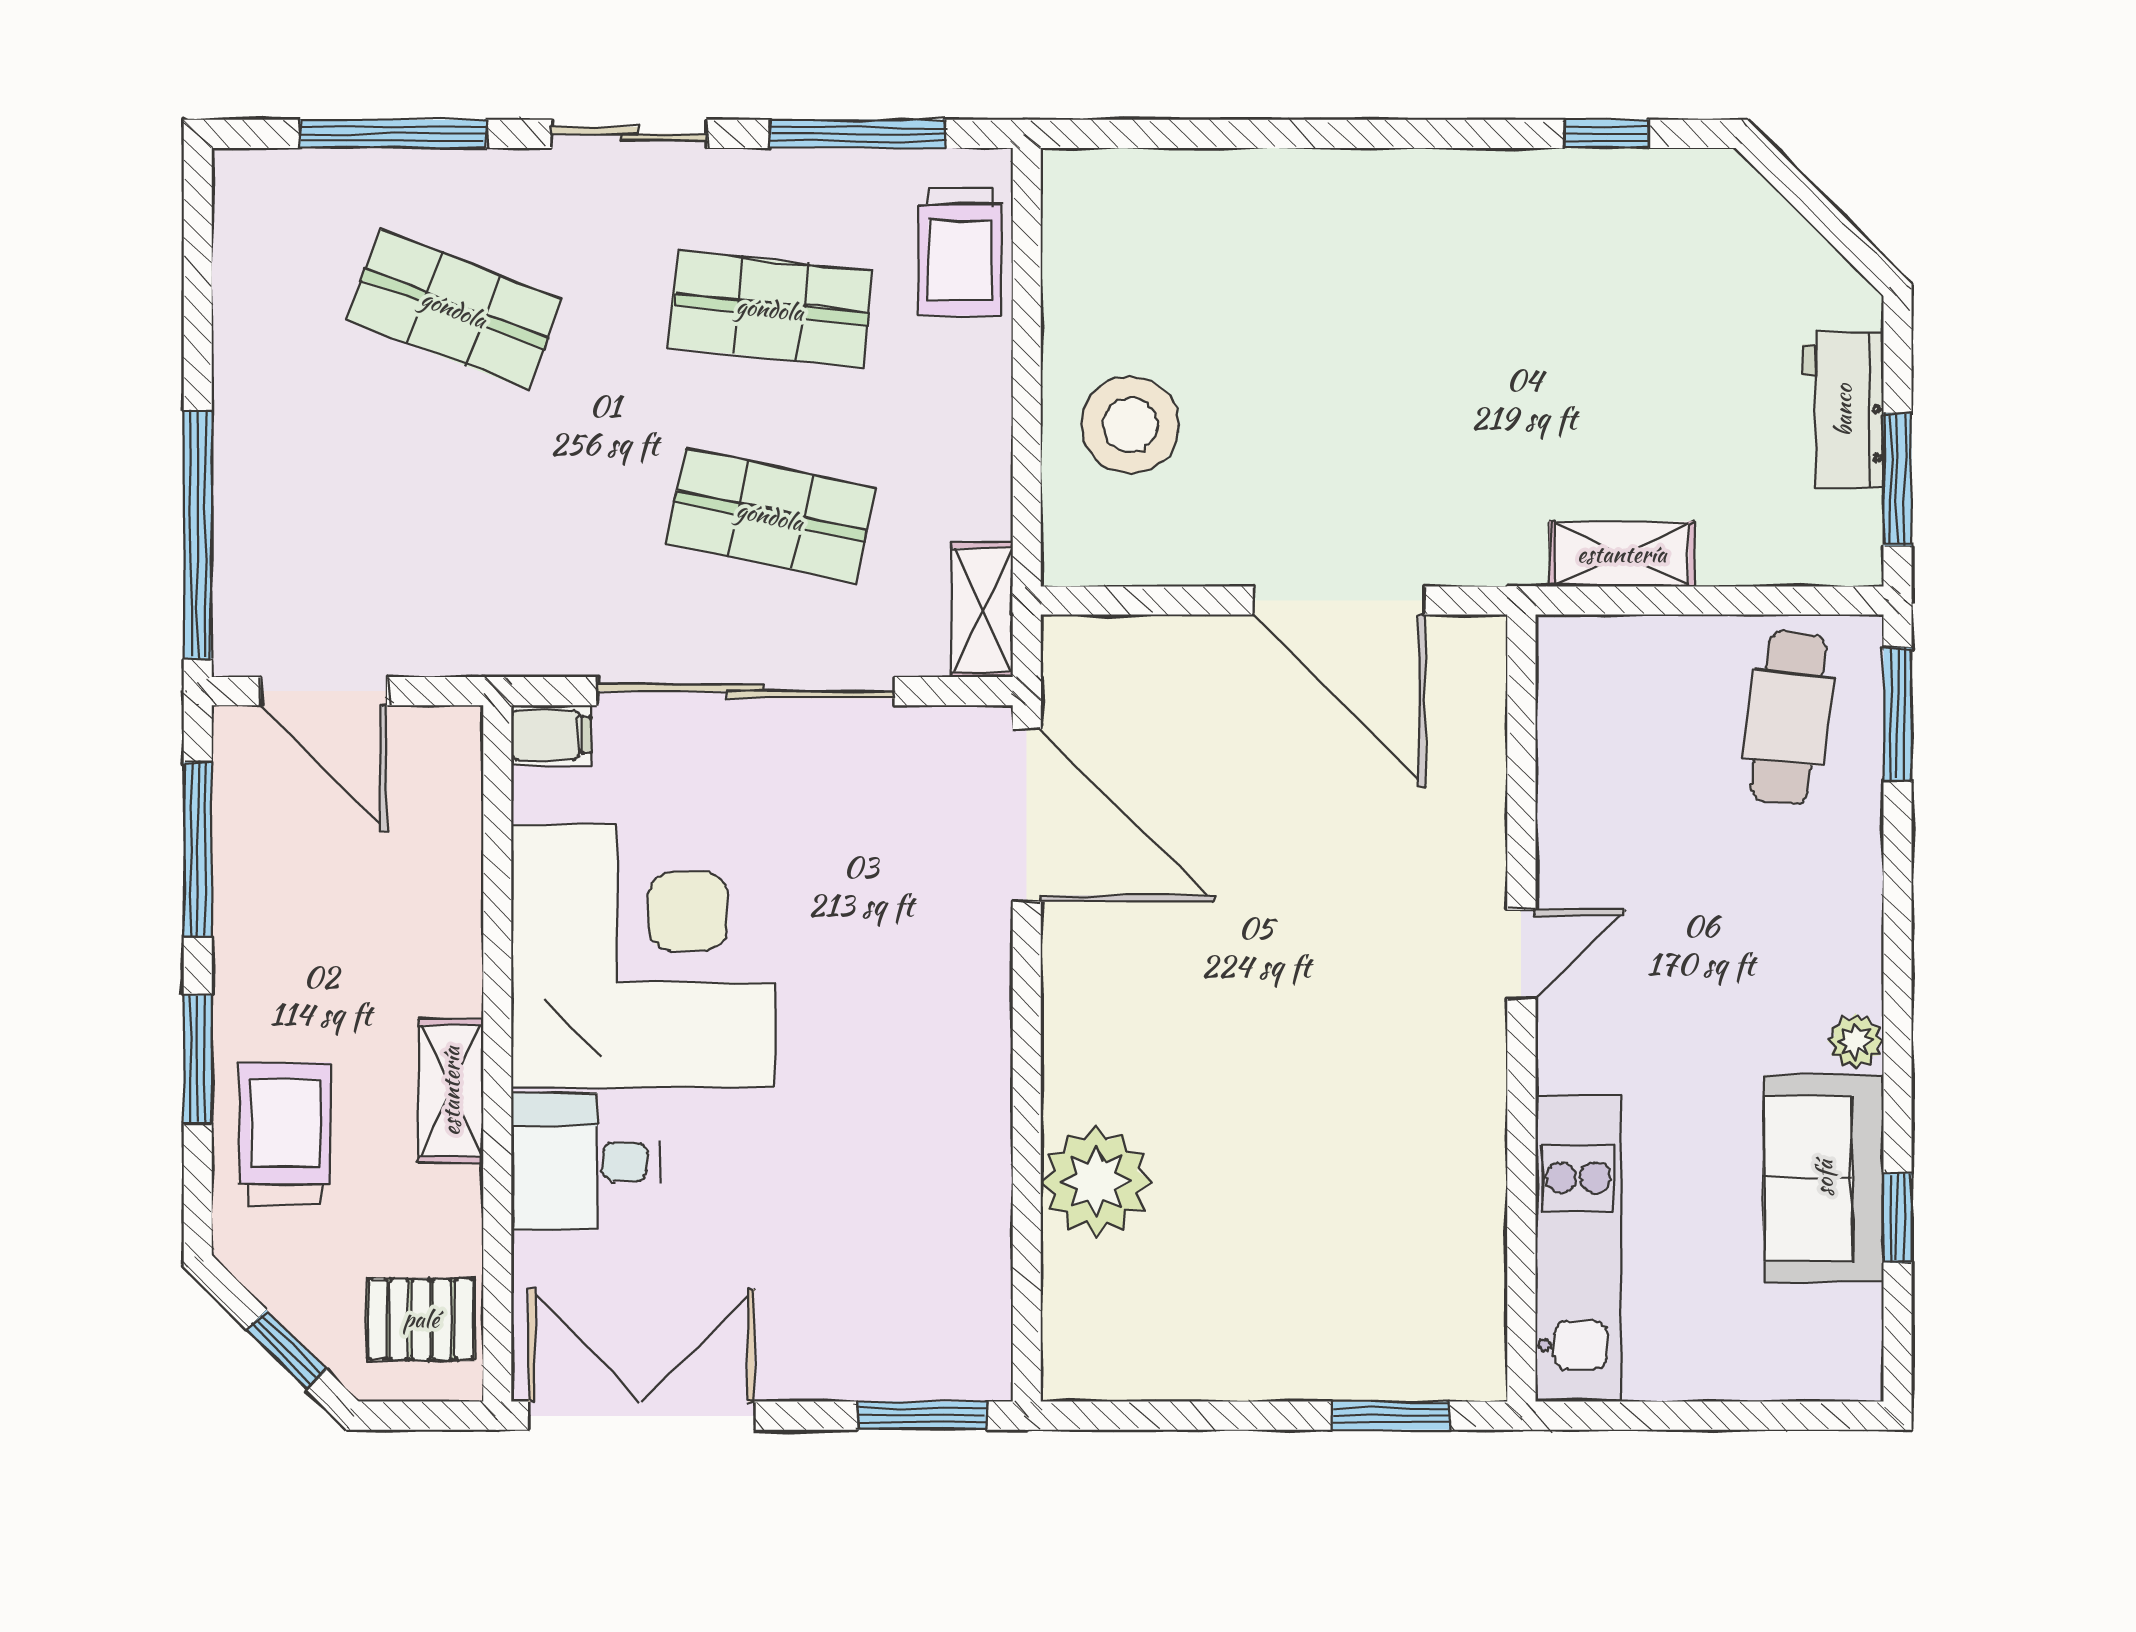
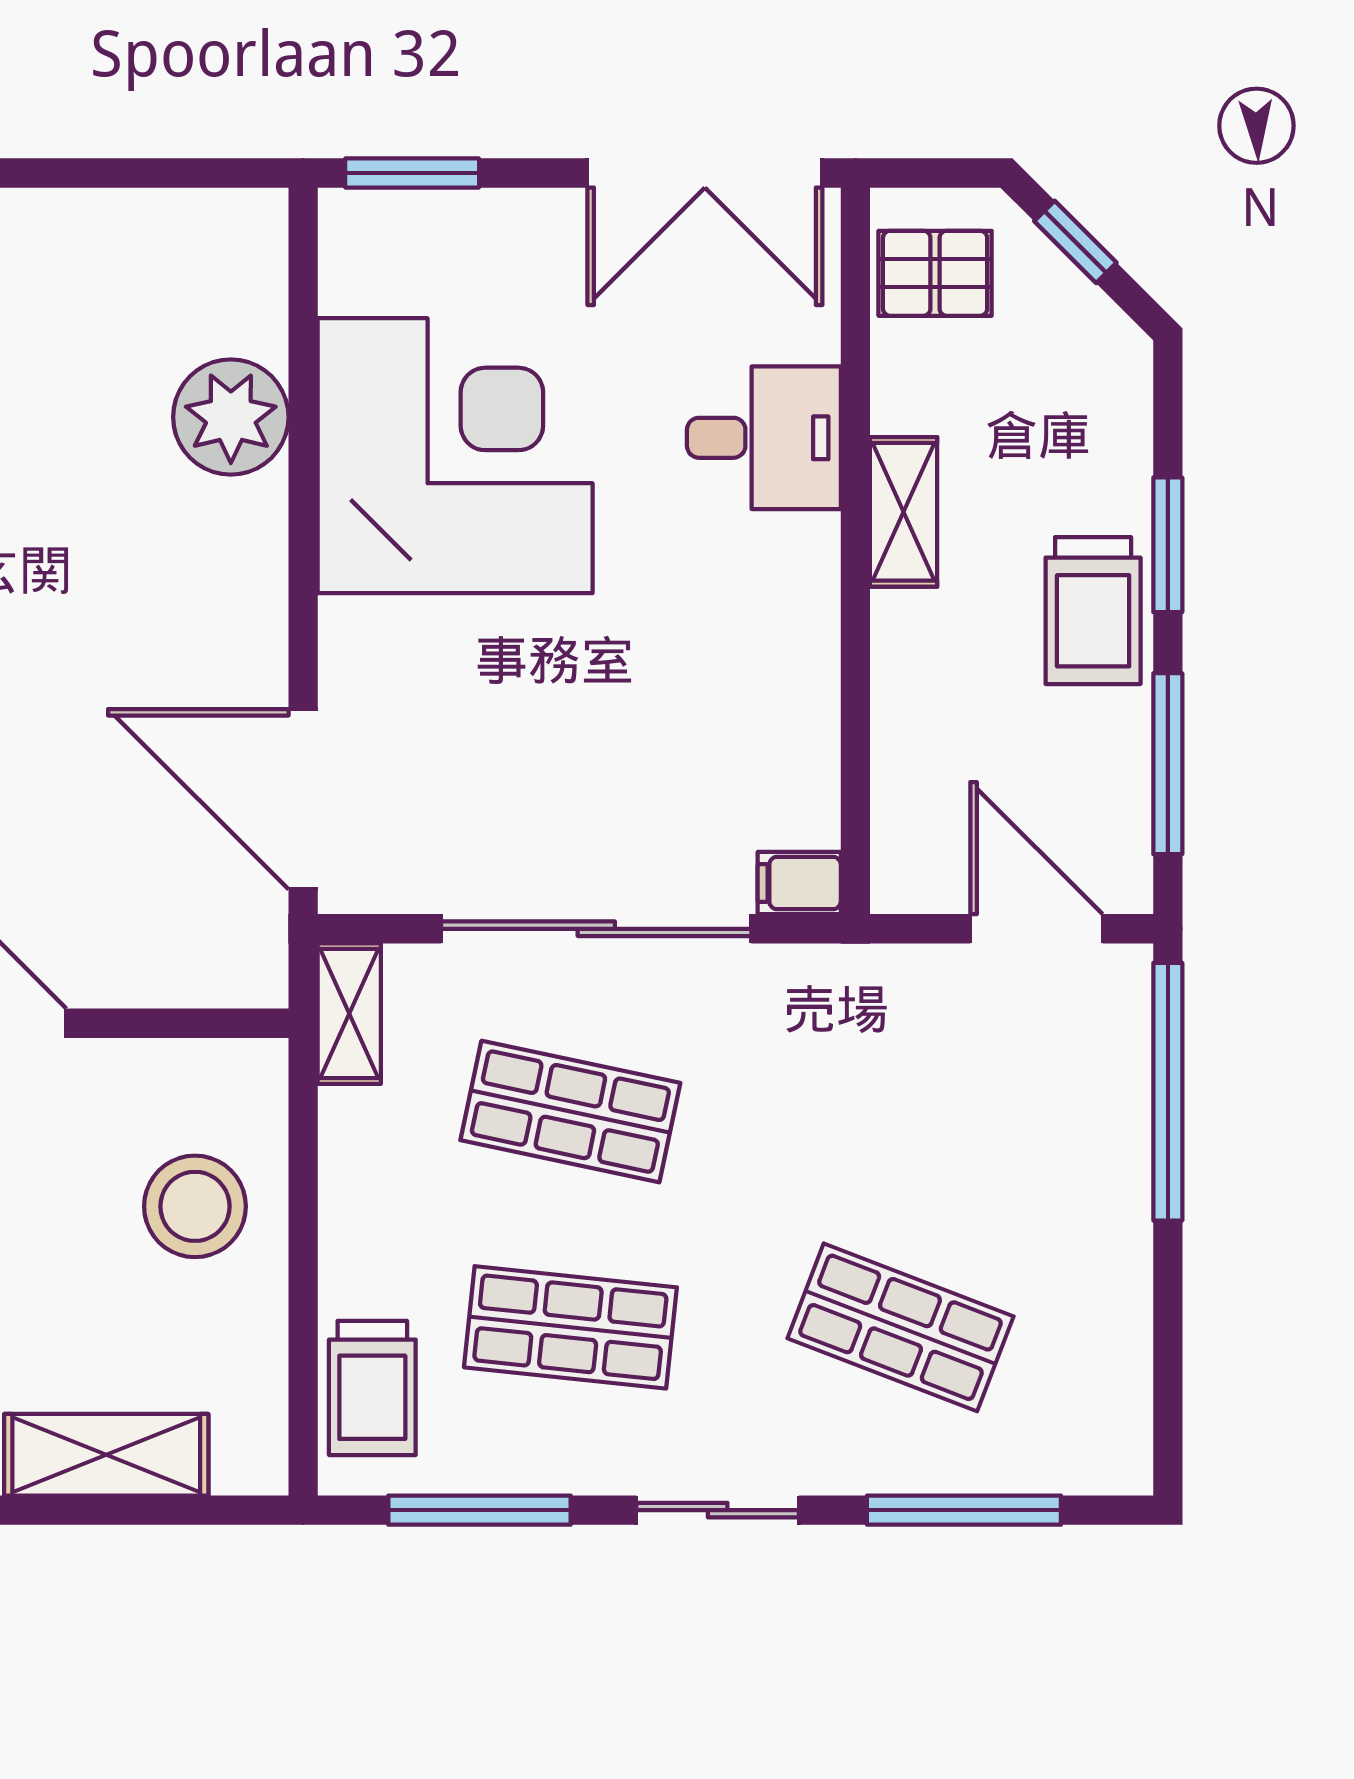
shelving: (1215, 187) -> (106, 1455), added
trolley: (960, 251) -> (372, 1388), turned 180
corner desk: (643, 956) -> (455, 456), moved, turned 180
trolley: (285, 1133) -> (1093, 611), moved

